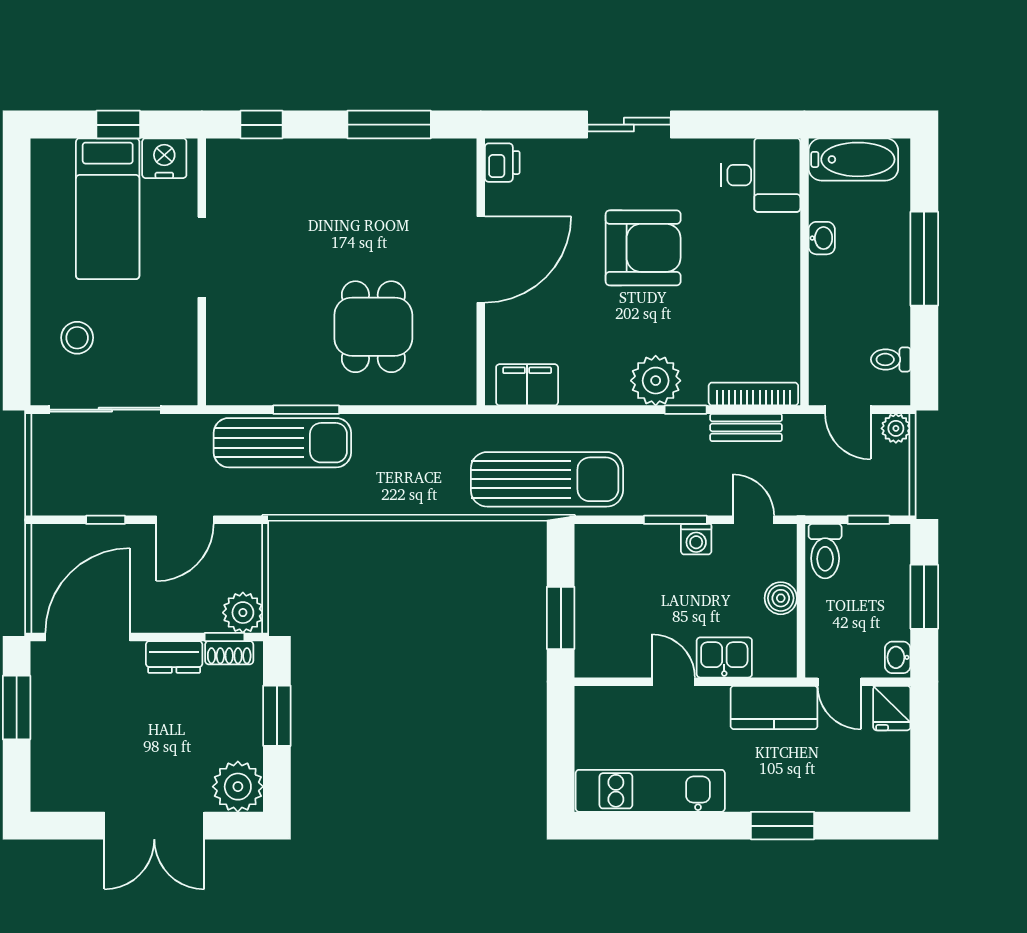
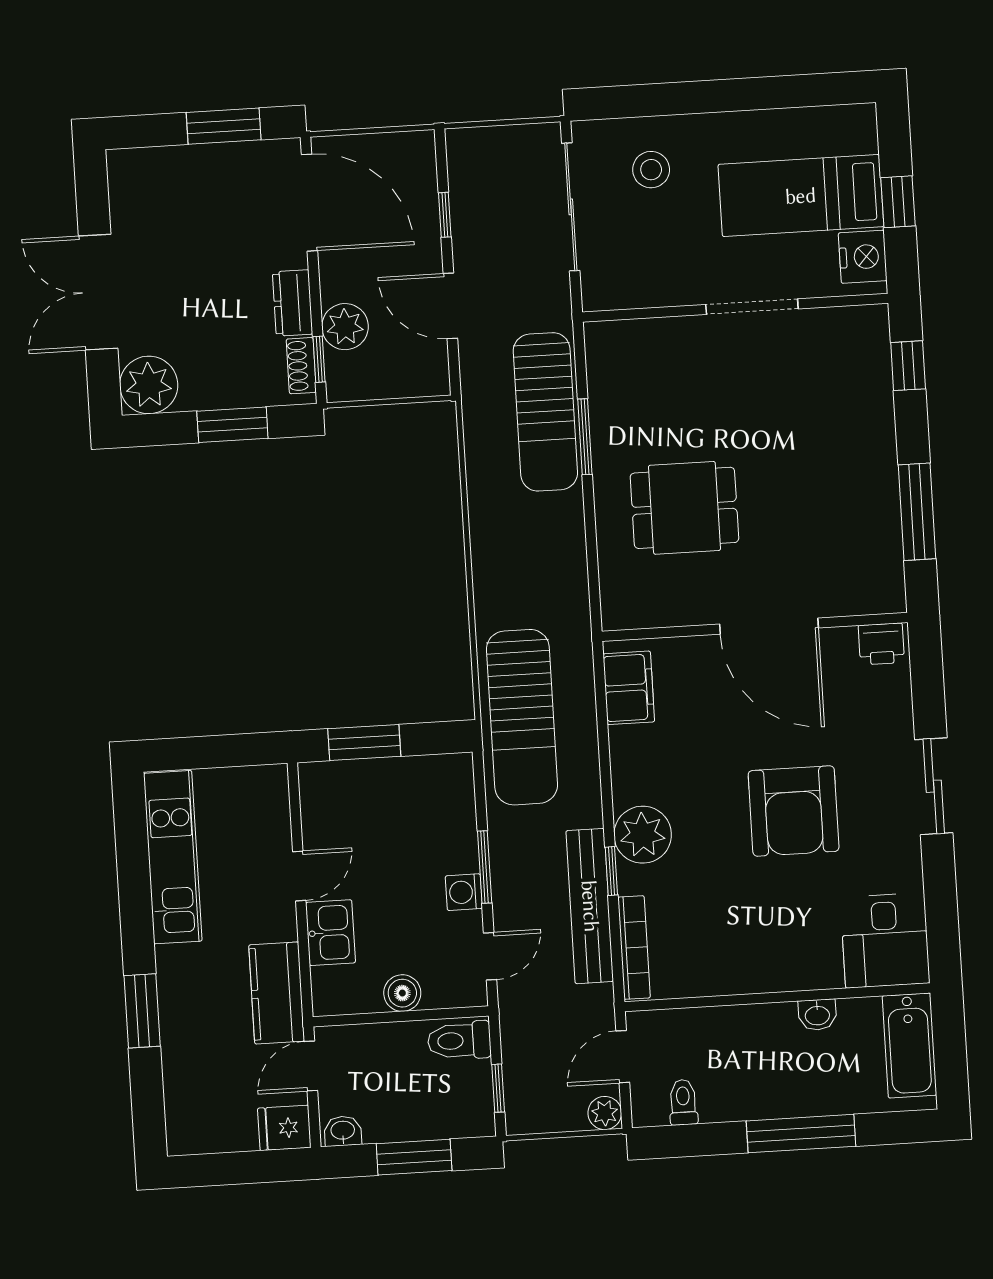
bench: (746, 427) -> (590, 906), width x1.86, depth x1.21
plant: (243, 613) -> (345, 327), moved

